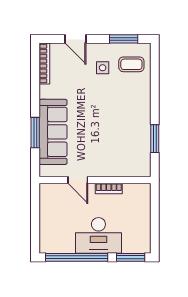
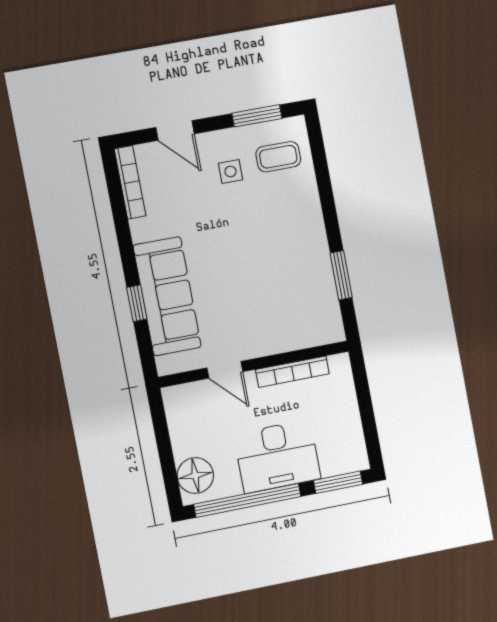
window: (35, 133) -> (137, 303), width x0.67
bookcase: (109, 189) -> (292, 372), width x1.56
floor lamp: (50, 237) -> (195, 476), added

